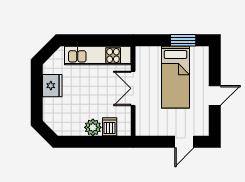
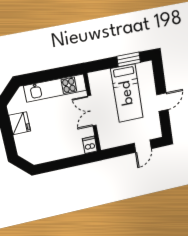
plant: (93, 127) -> (63, 151), removed
dishwasher: (110, 127) -> (90, 145), moved

